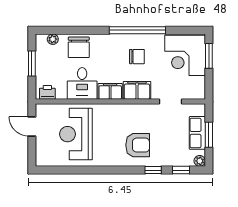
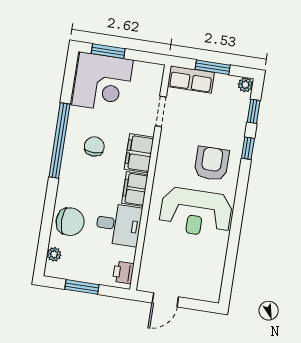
row of seats: (197, 133) -> (191, 79), moved
reception desk: (76, 134) -> (196, 212), moved

